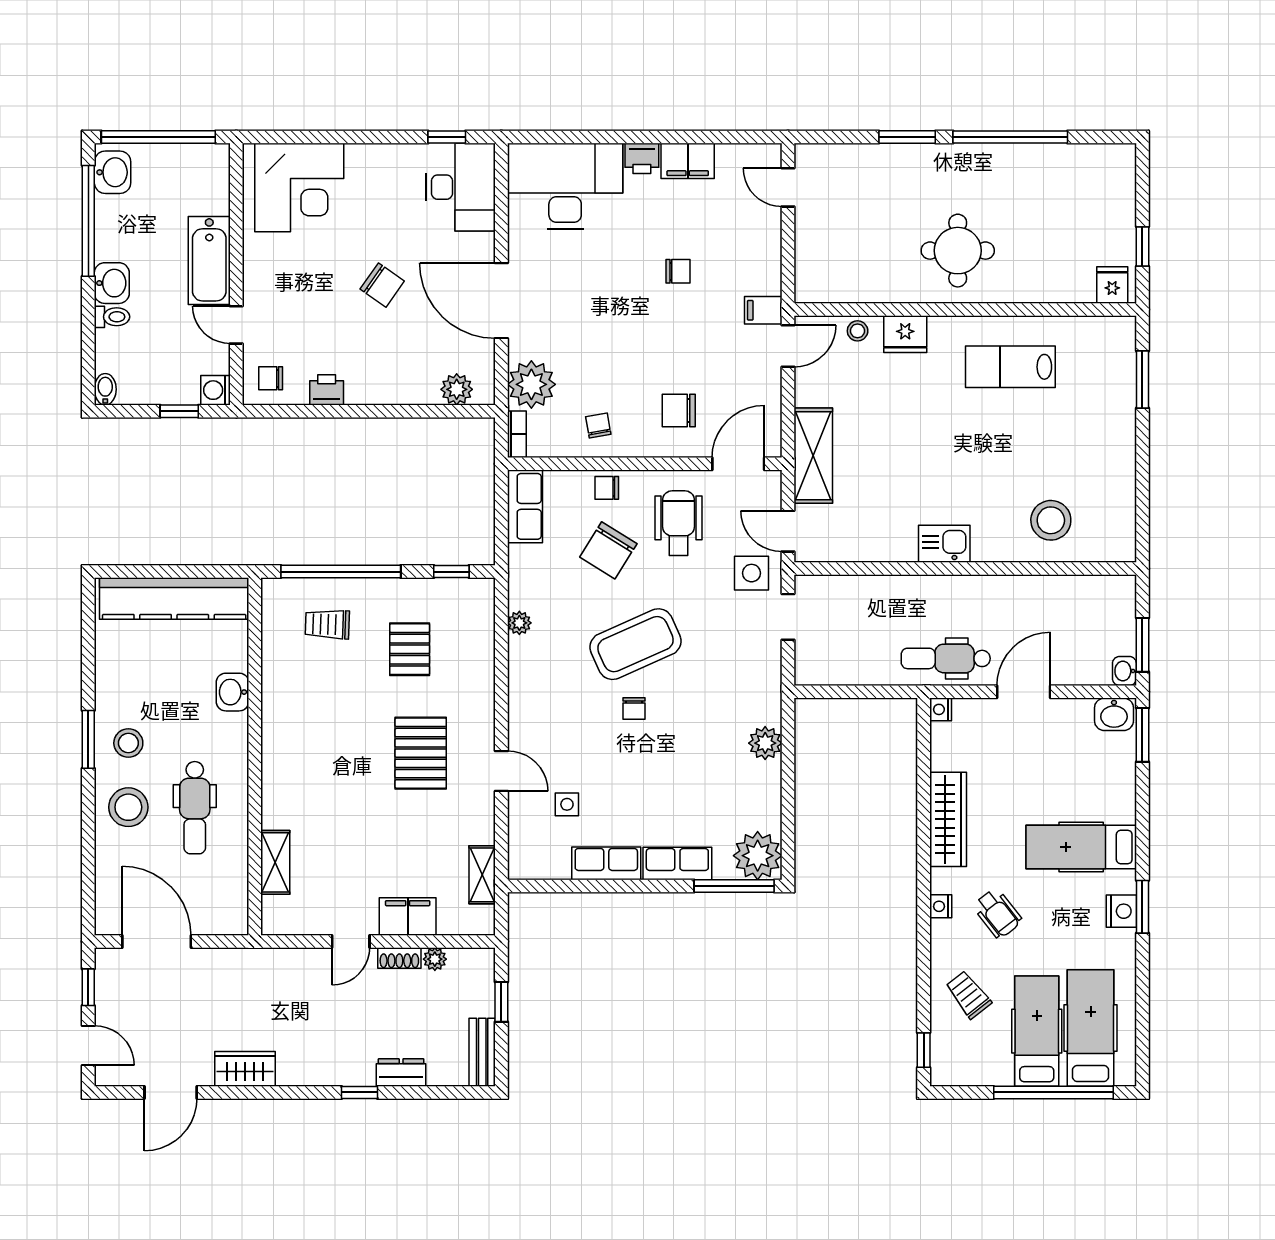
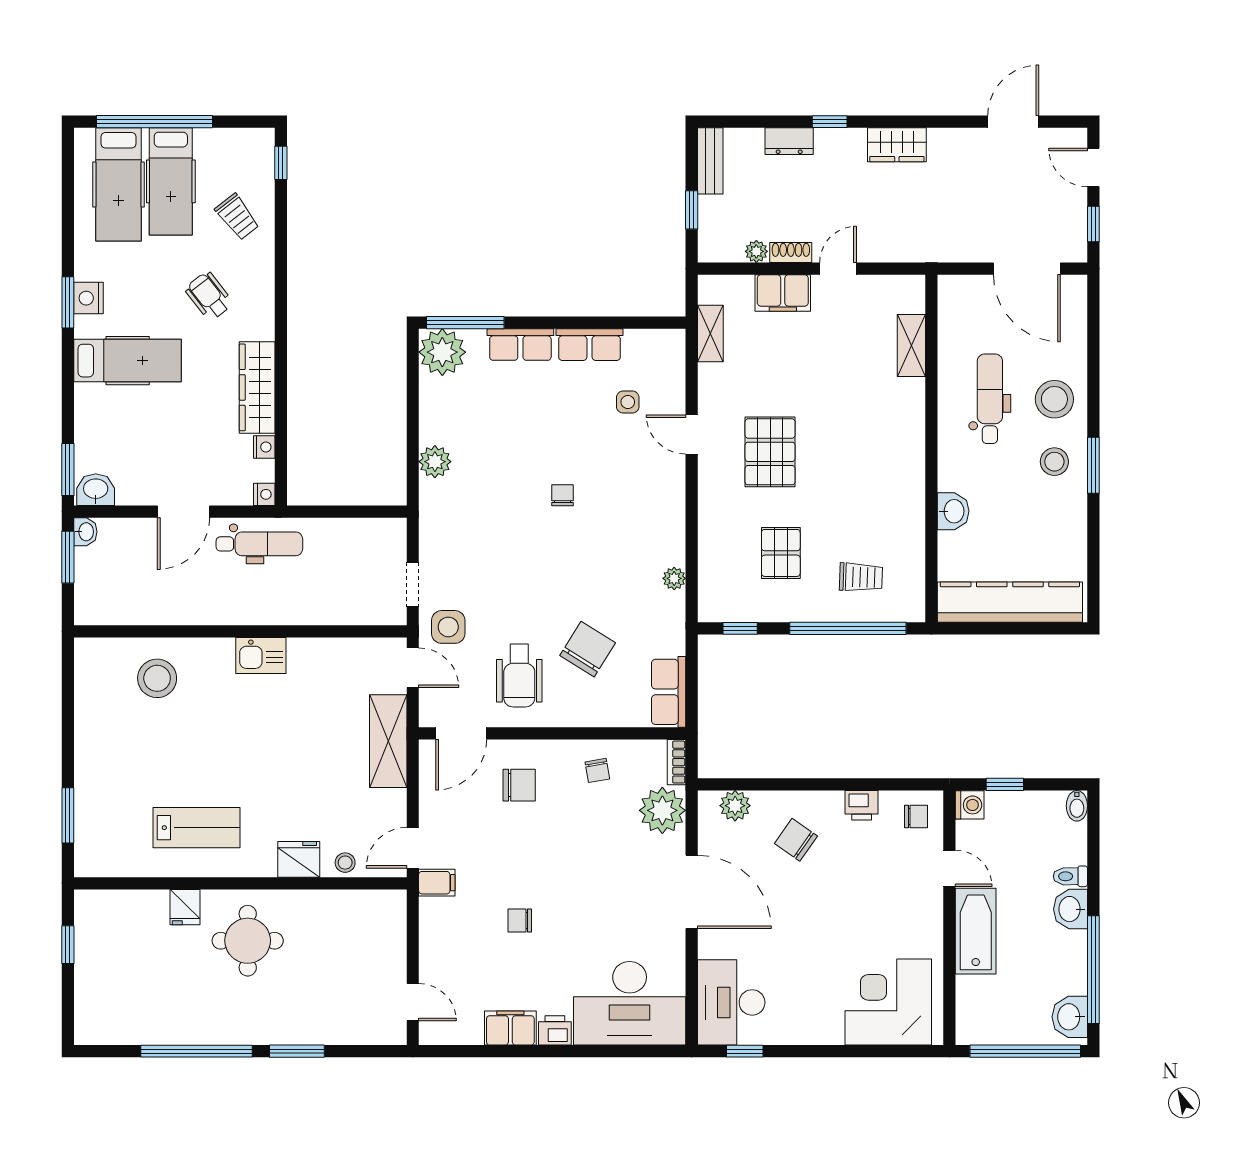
chair: (382, 285) -> (796, 840), moved
fridge: (1112, 285) -> (185, 907), moved
chair: (607, 488) -> (589, 710), removed
coffee table: (635, 644) -> (561, 558), removed
nightstand: (941, 906) -> (264, 447), moved
wardrobe: (245, 1069) -> (897, 145), moved

